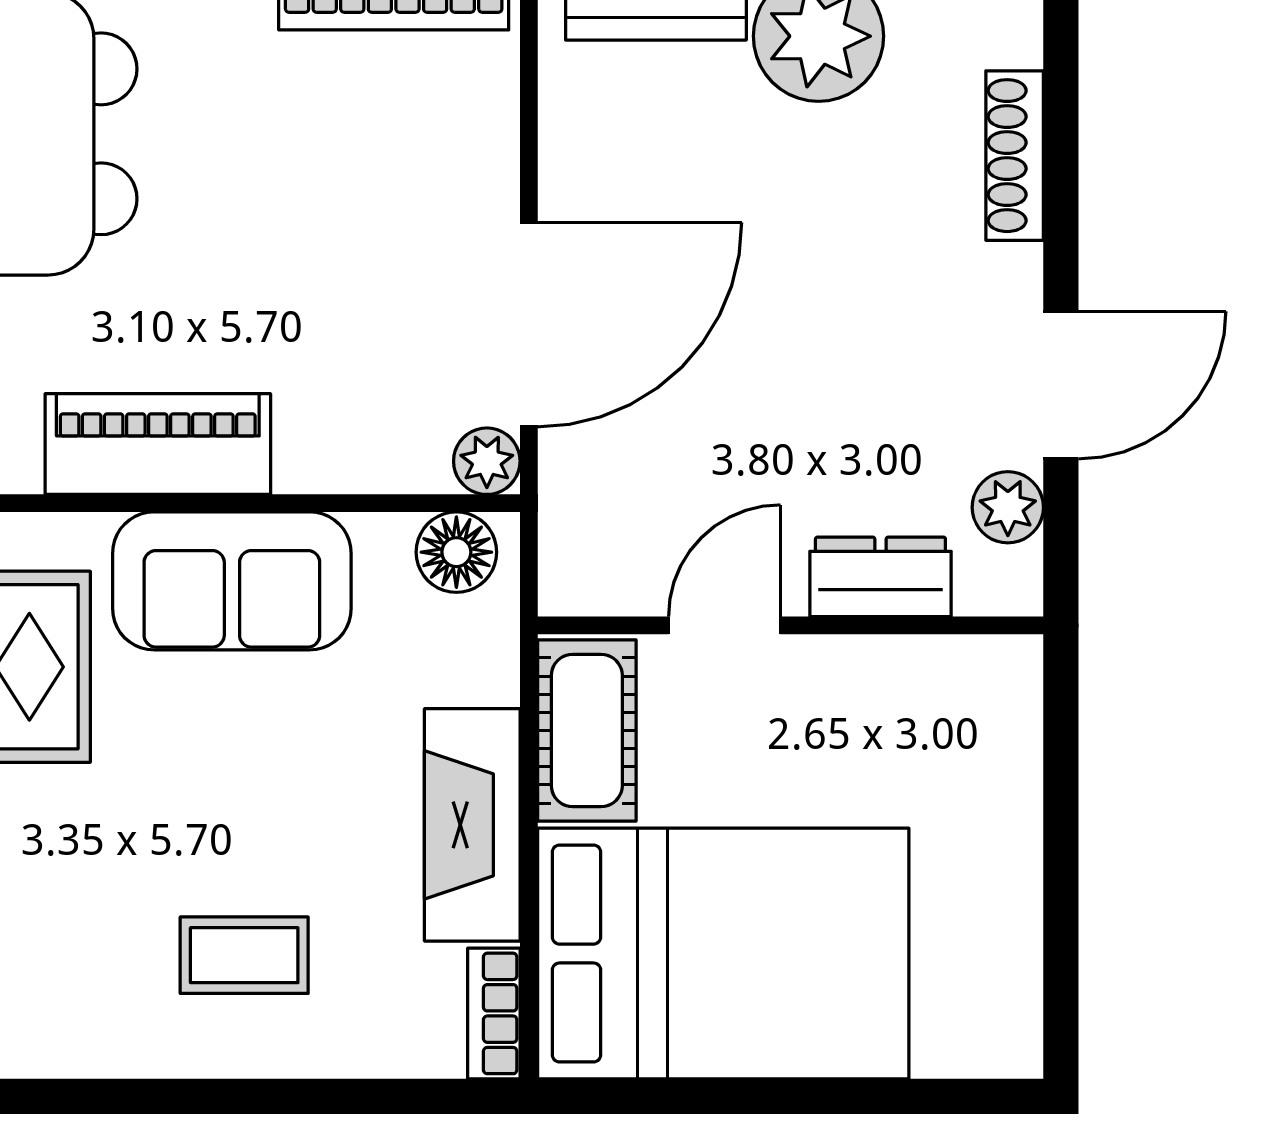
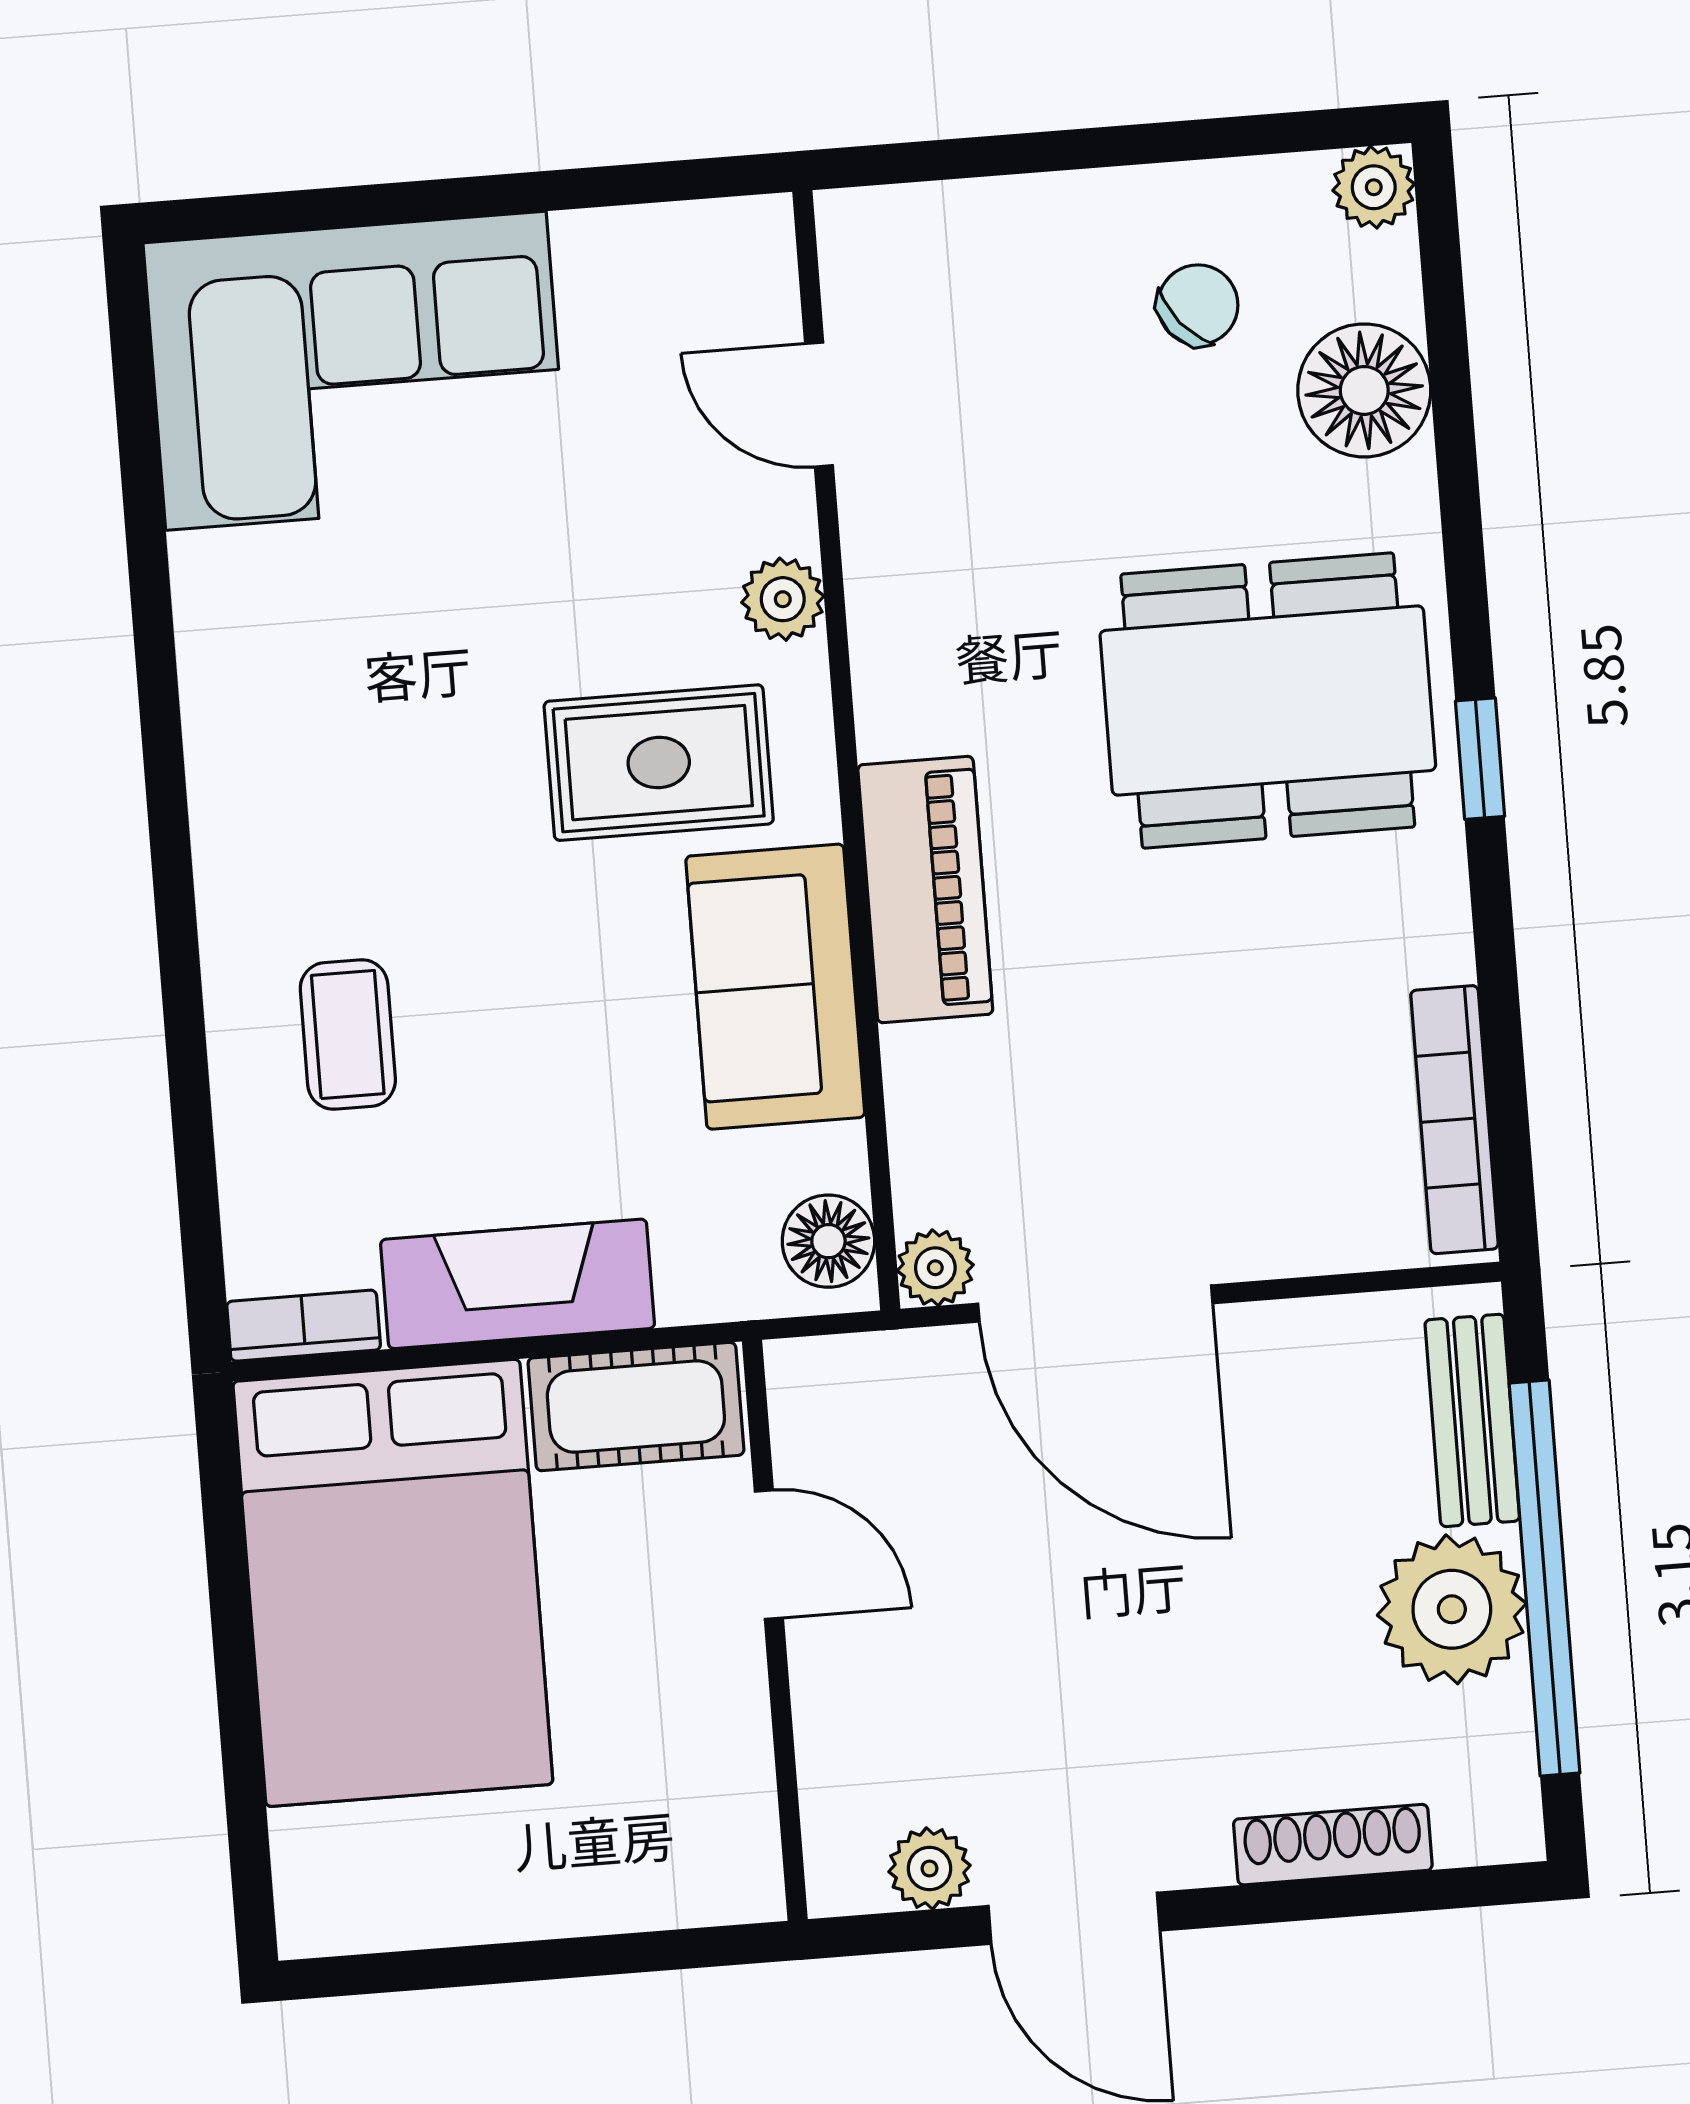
dresser: (880, 577) -> (838, 1729), removed

